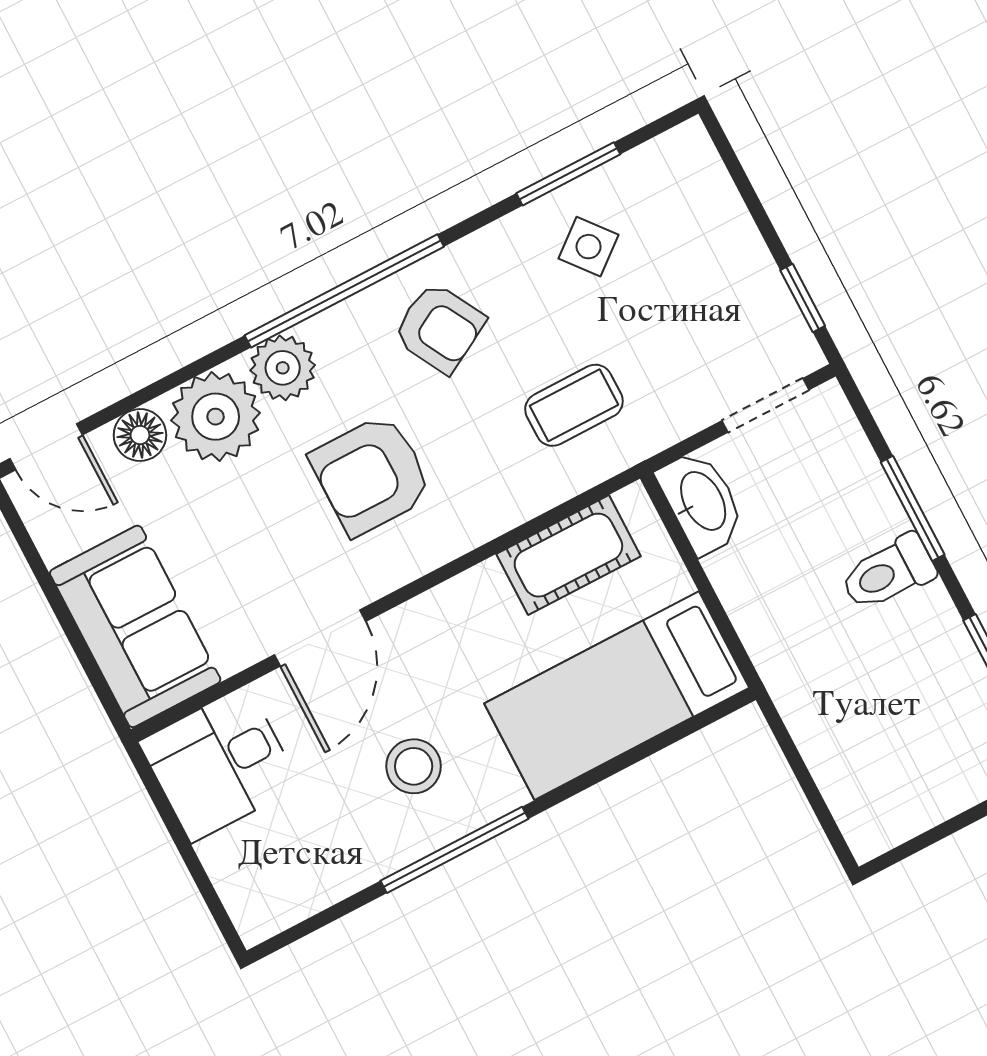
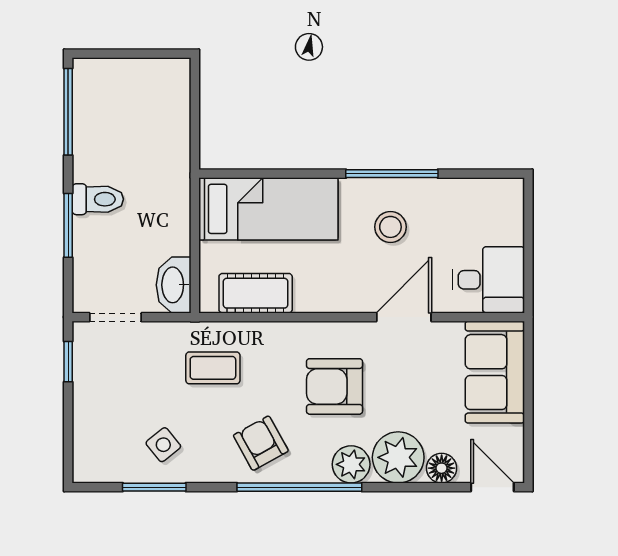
armchair: (371, 475) -> (335, 386), turned 180

